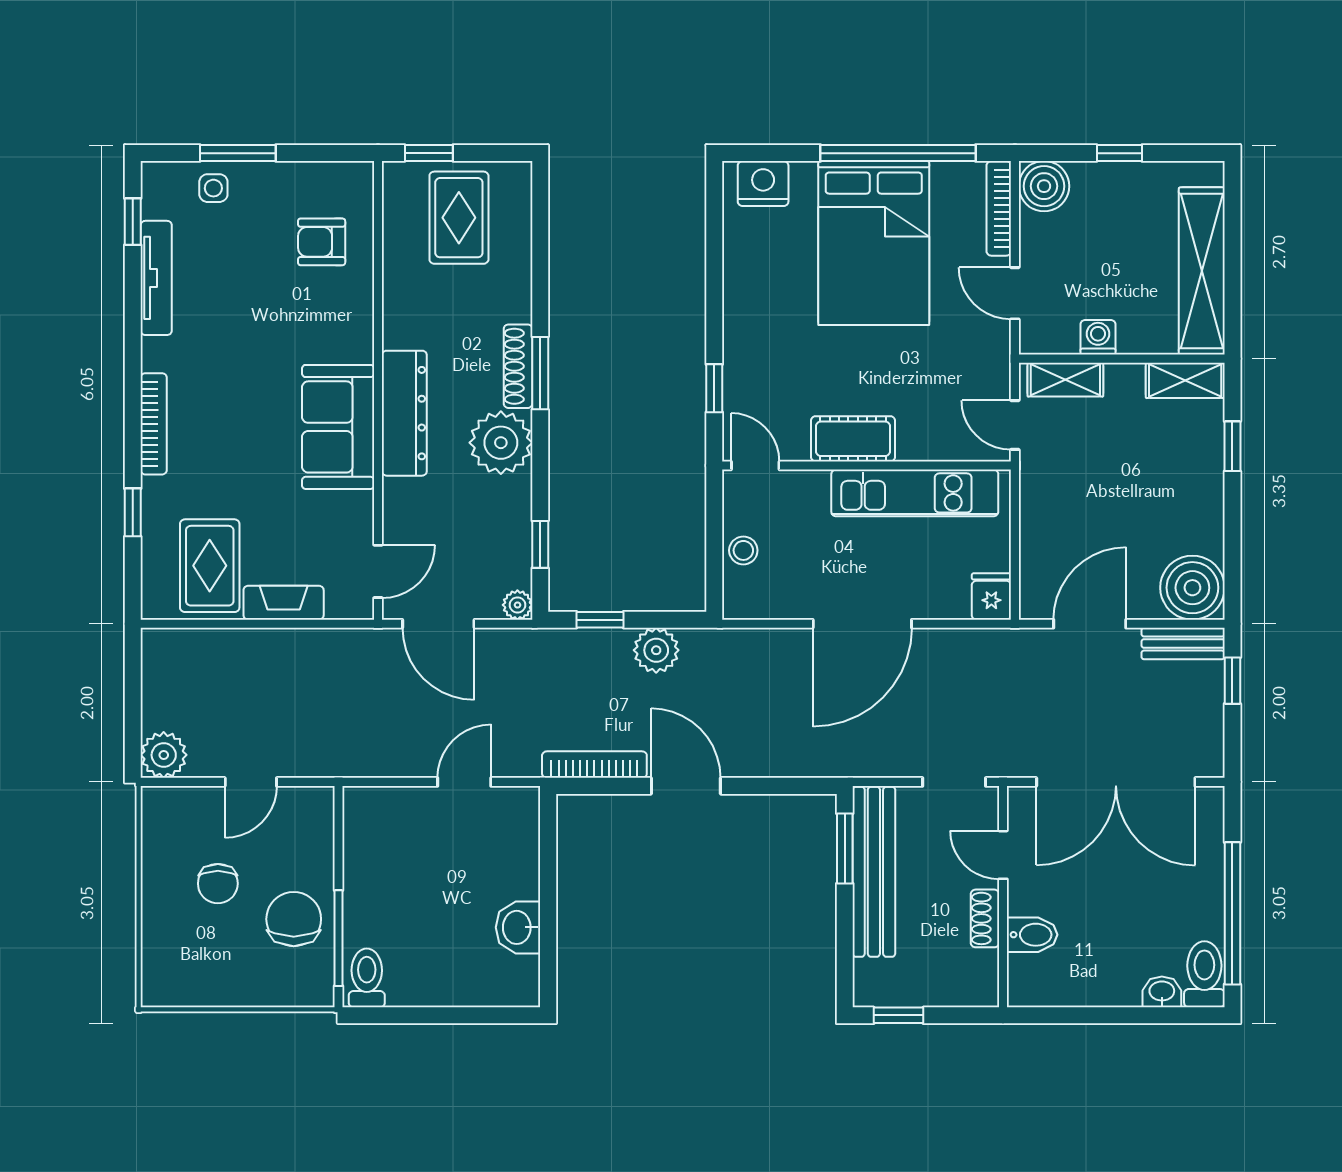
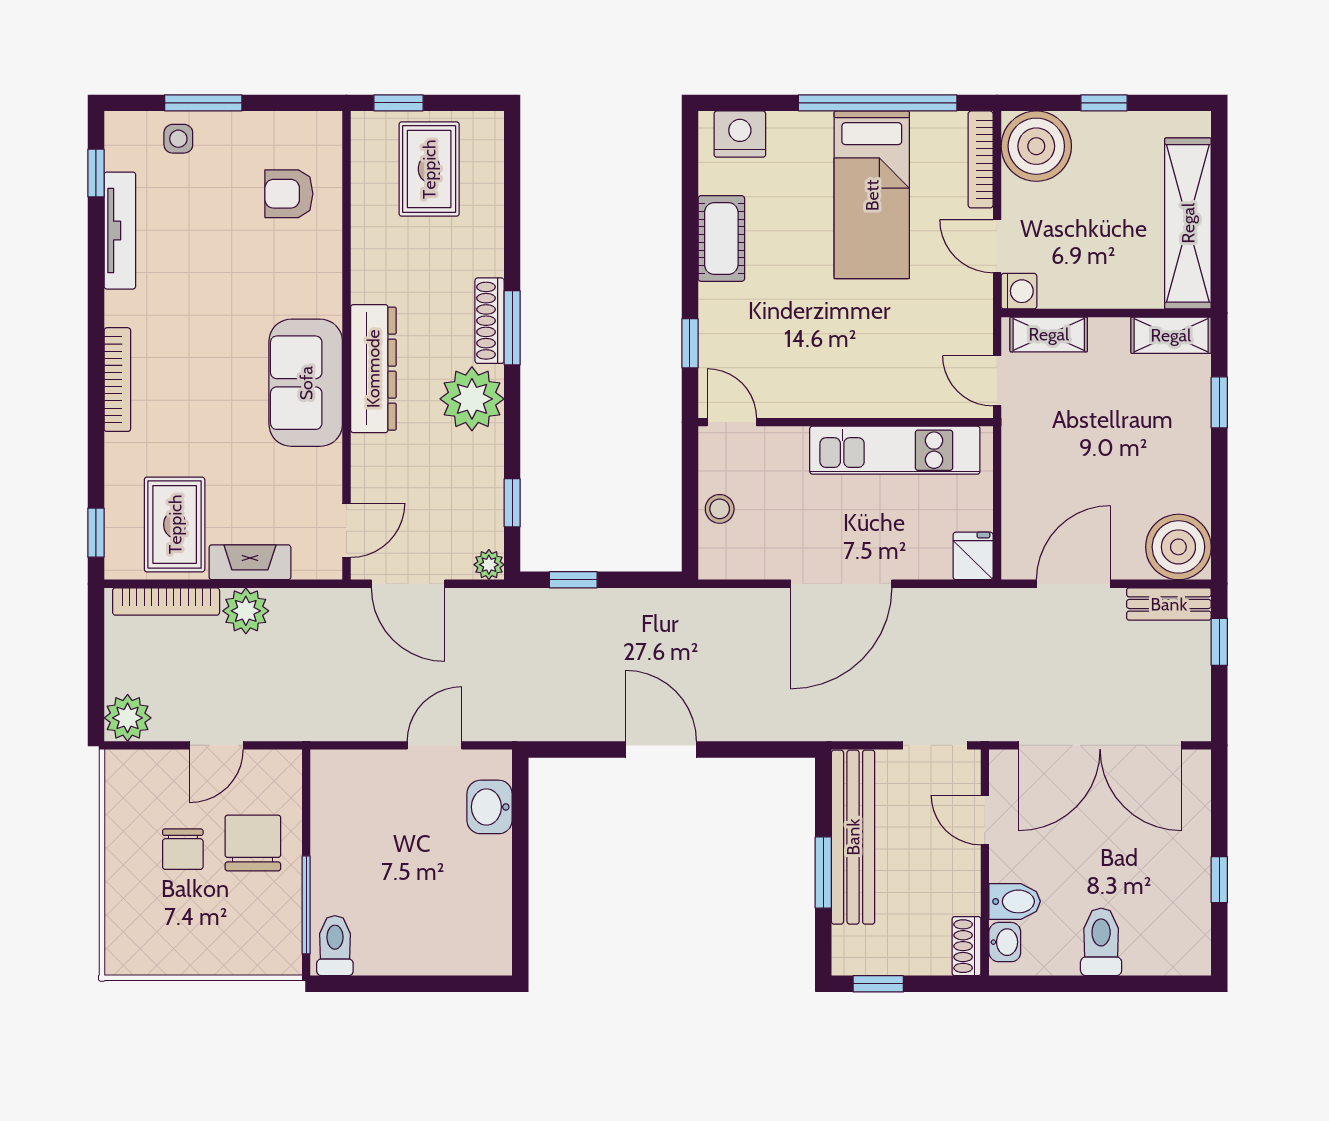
boiler: (1044, 186) -> (1036, 146), width x1.37, depth x1.37
bed: (874, 243) -> (872, 195), width x0.67
washing machine: (1098, 337) -> (1019, 291), moved, turned 90
cot: (853, 439) -> (721, 238), moved, turned 90
window: (133, 512) -> (96, 533), moved
plant: (656, 650) -> (246, 611), moved
bookcase: (594, 765) -> (166, 601), moved, turned 180
window: (845, 849) -> (823, 872), moved
window: (1232, 913) -> (1219, 880), width x0.32
shoe rack: (985, 918) -> (967, 946), moved
chair: (294, 919) -> (253, 843), moved
washbasin: (518, 927) -> (490, 807), moved
toilet: (1204, 974) -> (1101, 942), moved
washbasin: (1162, 992) -> (1005, 942), moved, turned 90

